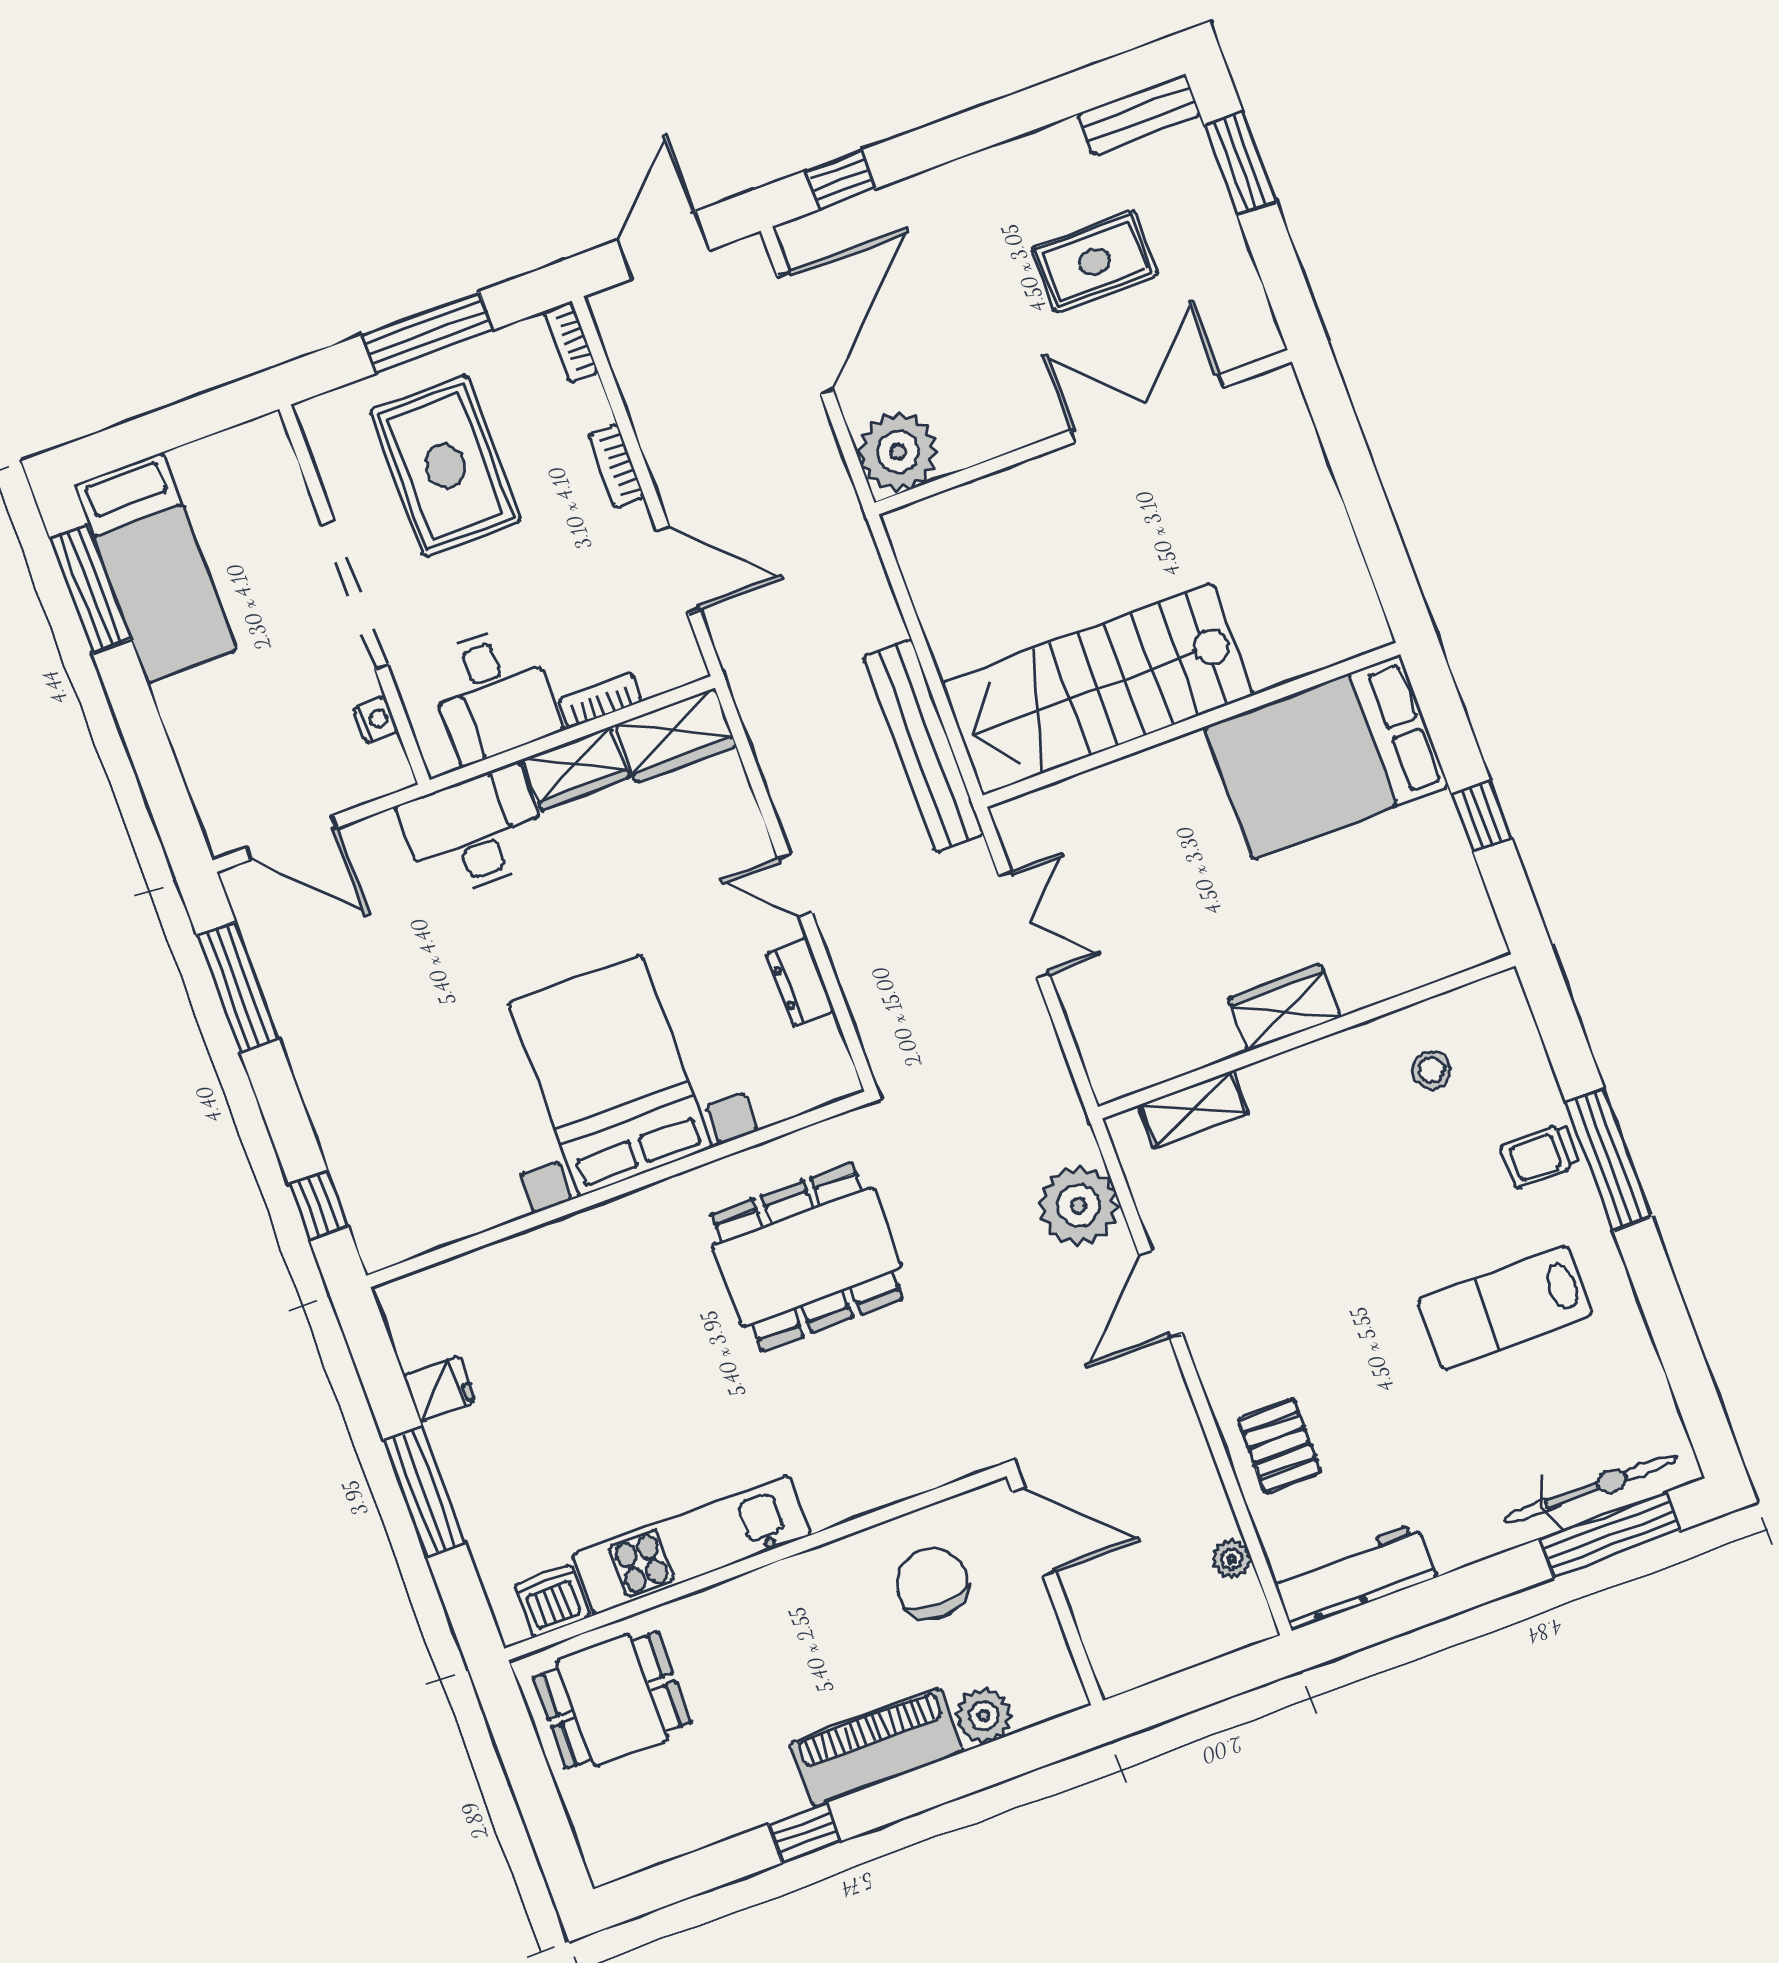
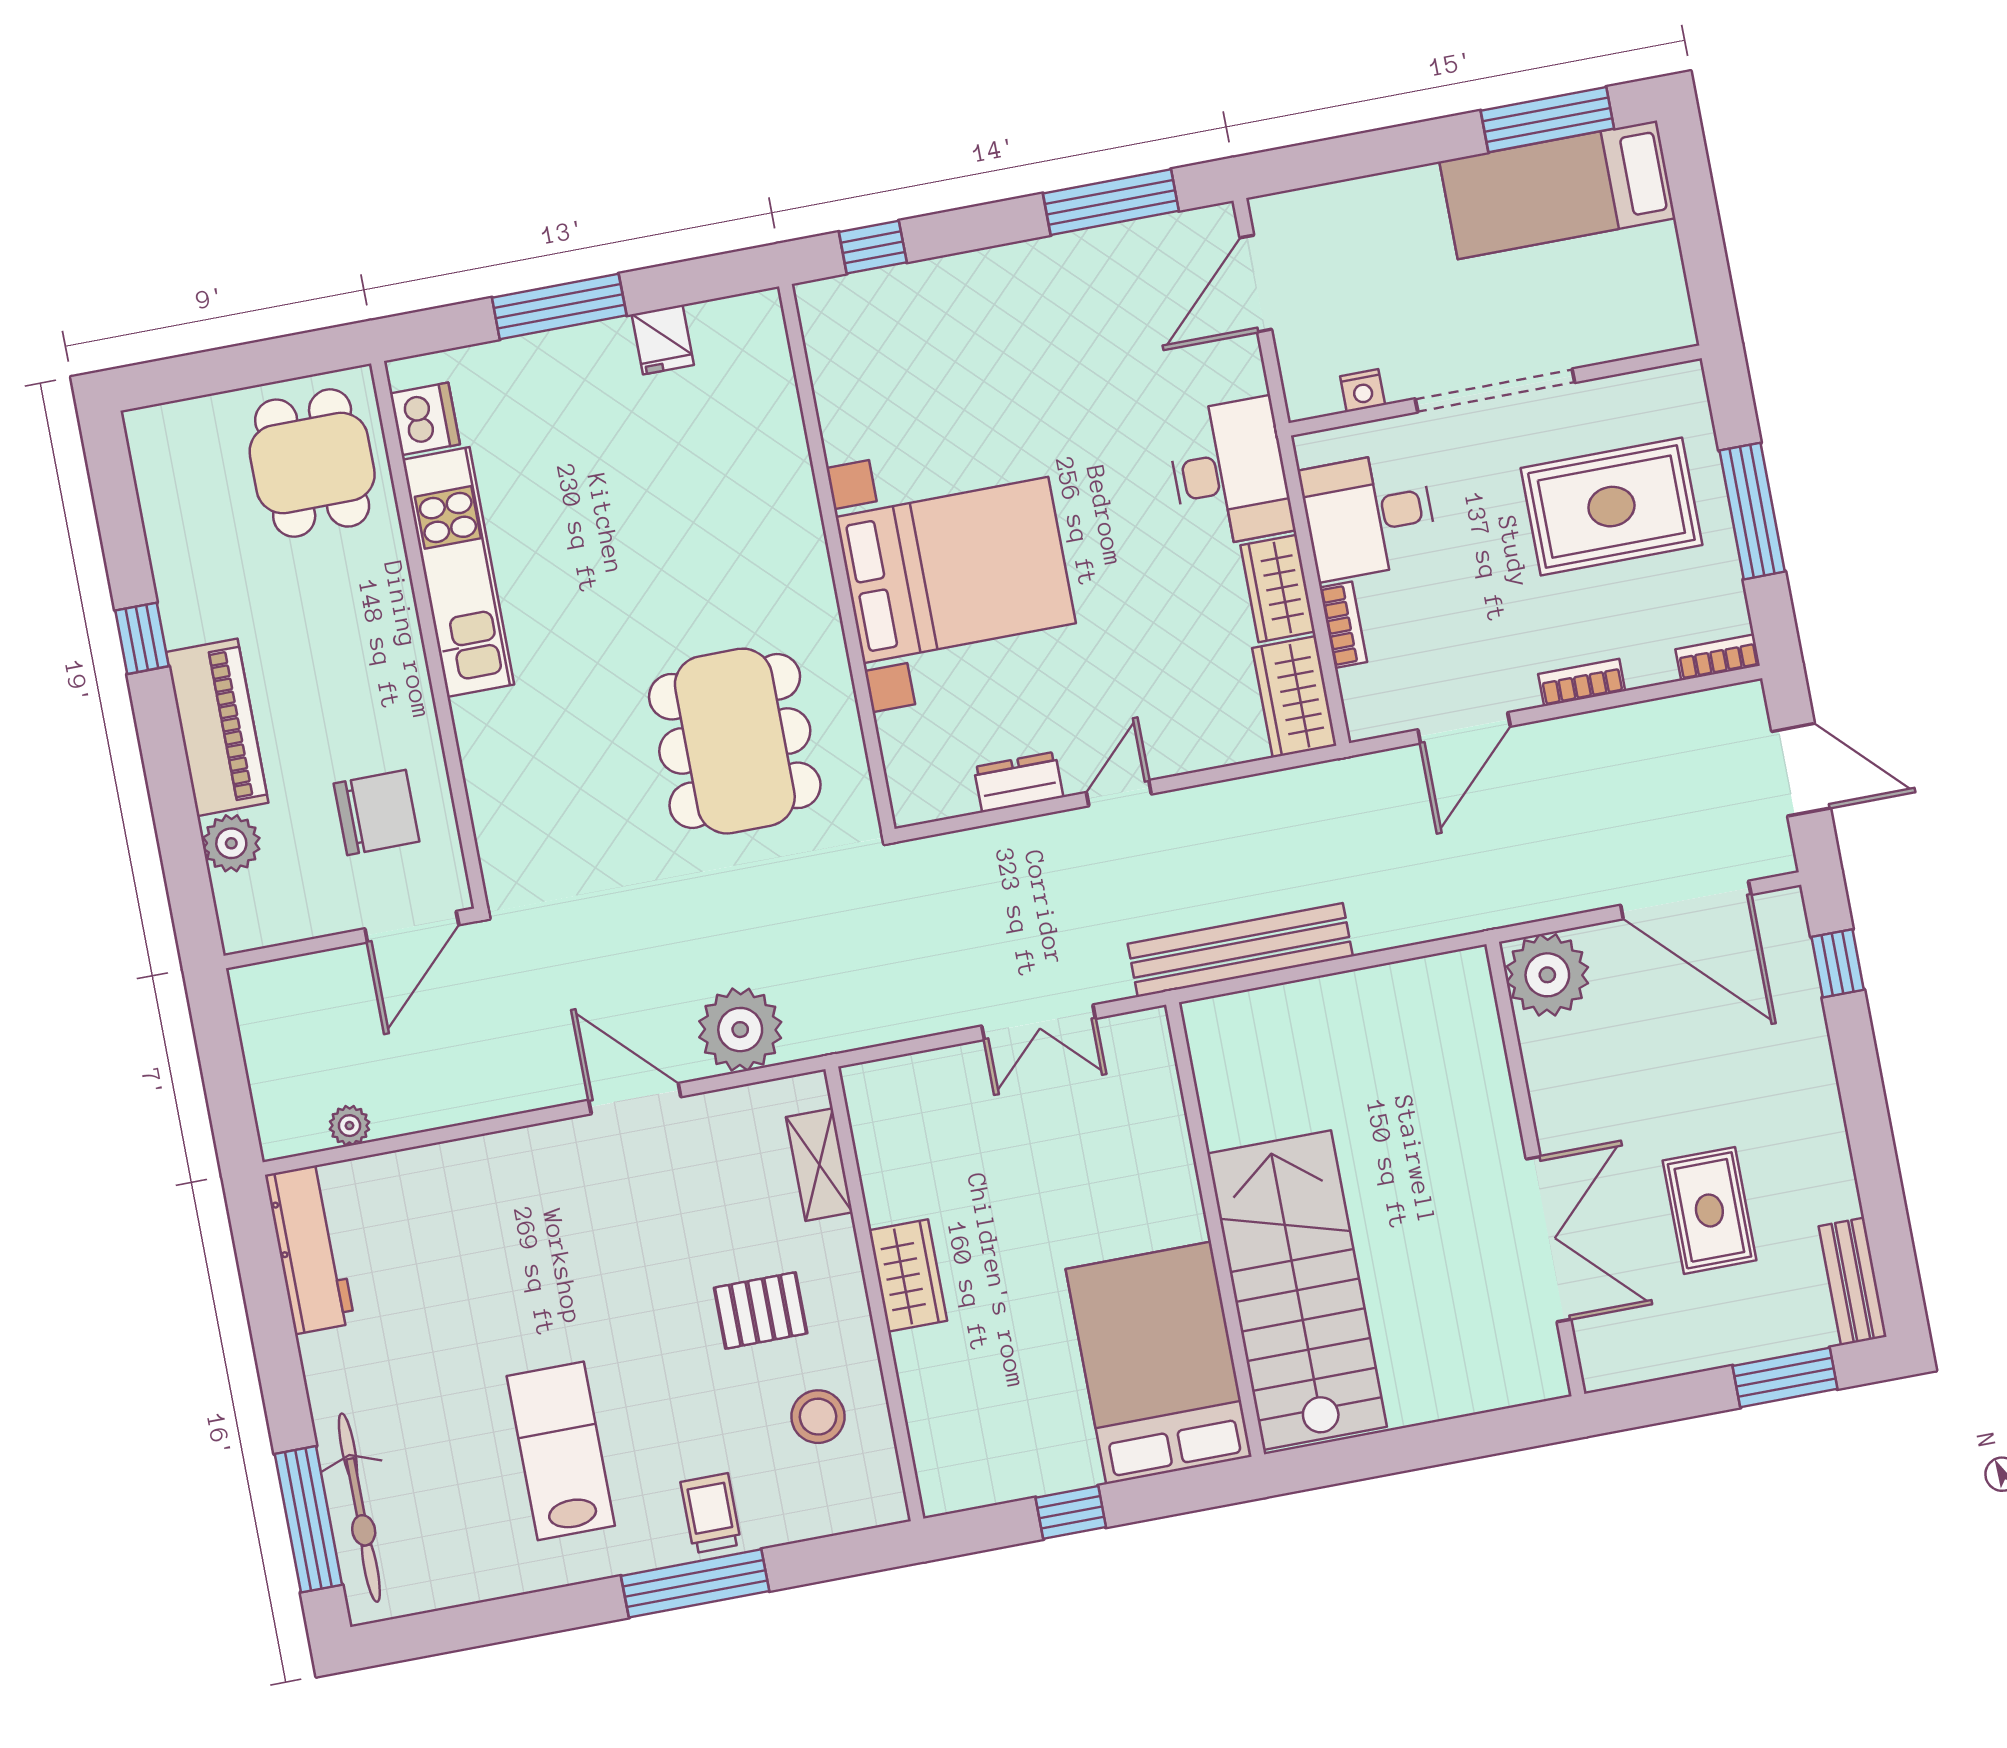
stairs: (1097, 689) -> (1297, 1290), moved
stool: (1432, 1070) -> (818, 1417), width x1.37, depth x1.37
pallet: (1279, 1446) -> (761, 1311), moved

